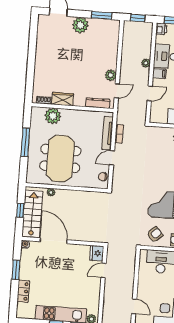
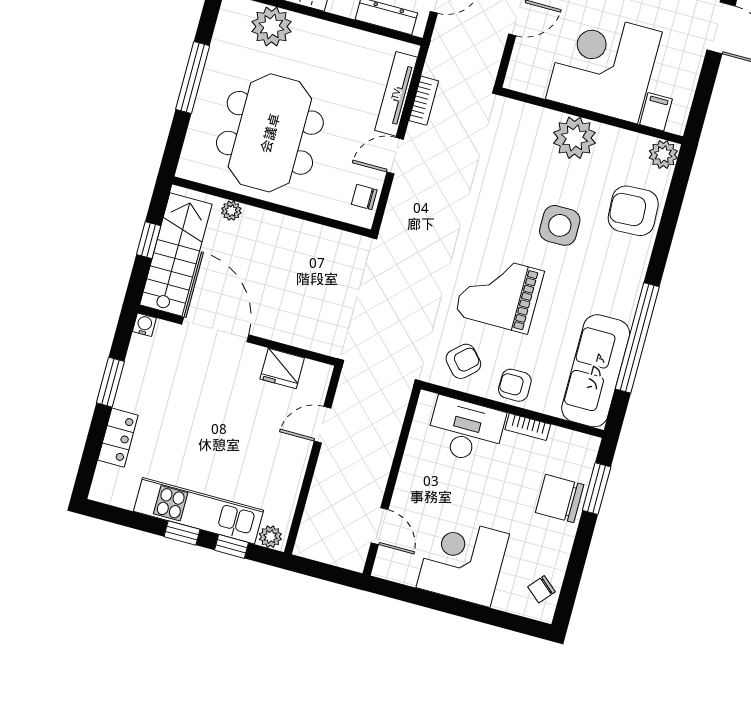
fridge: (97, 253) -> (282, 368), moved, turned -90

